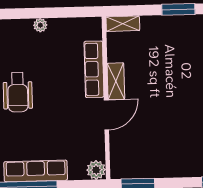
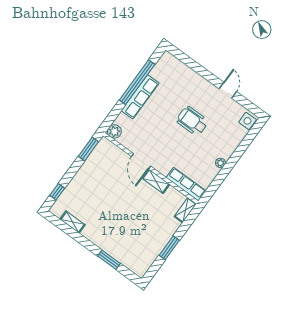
row of seats: (94, 69) -> (186, 184), moved

